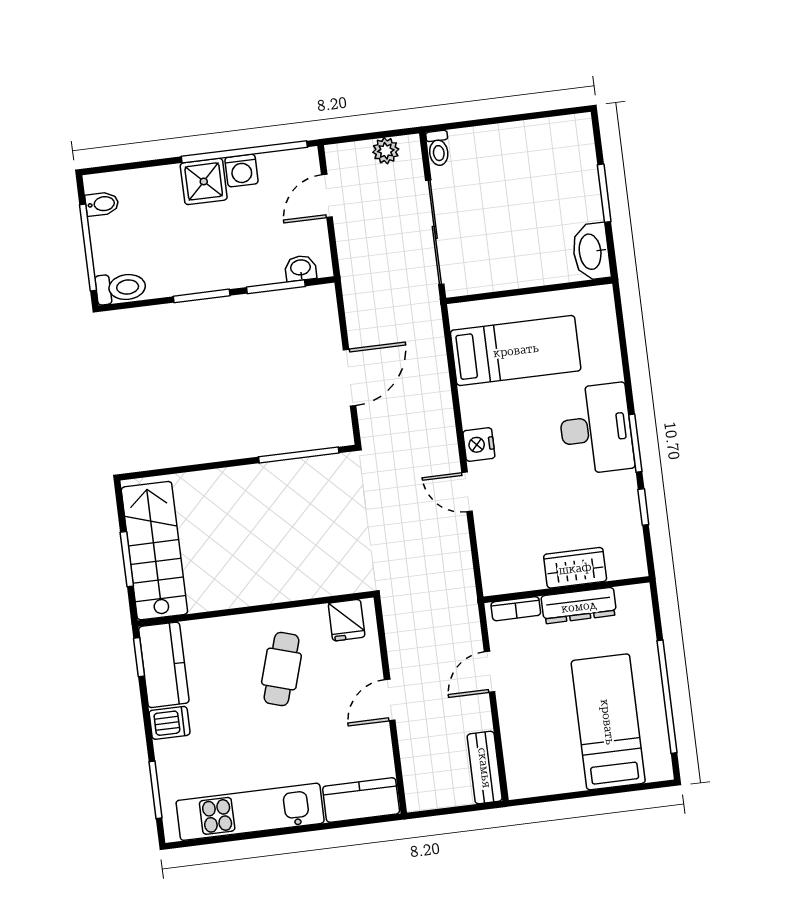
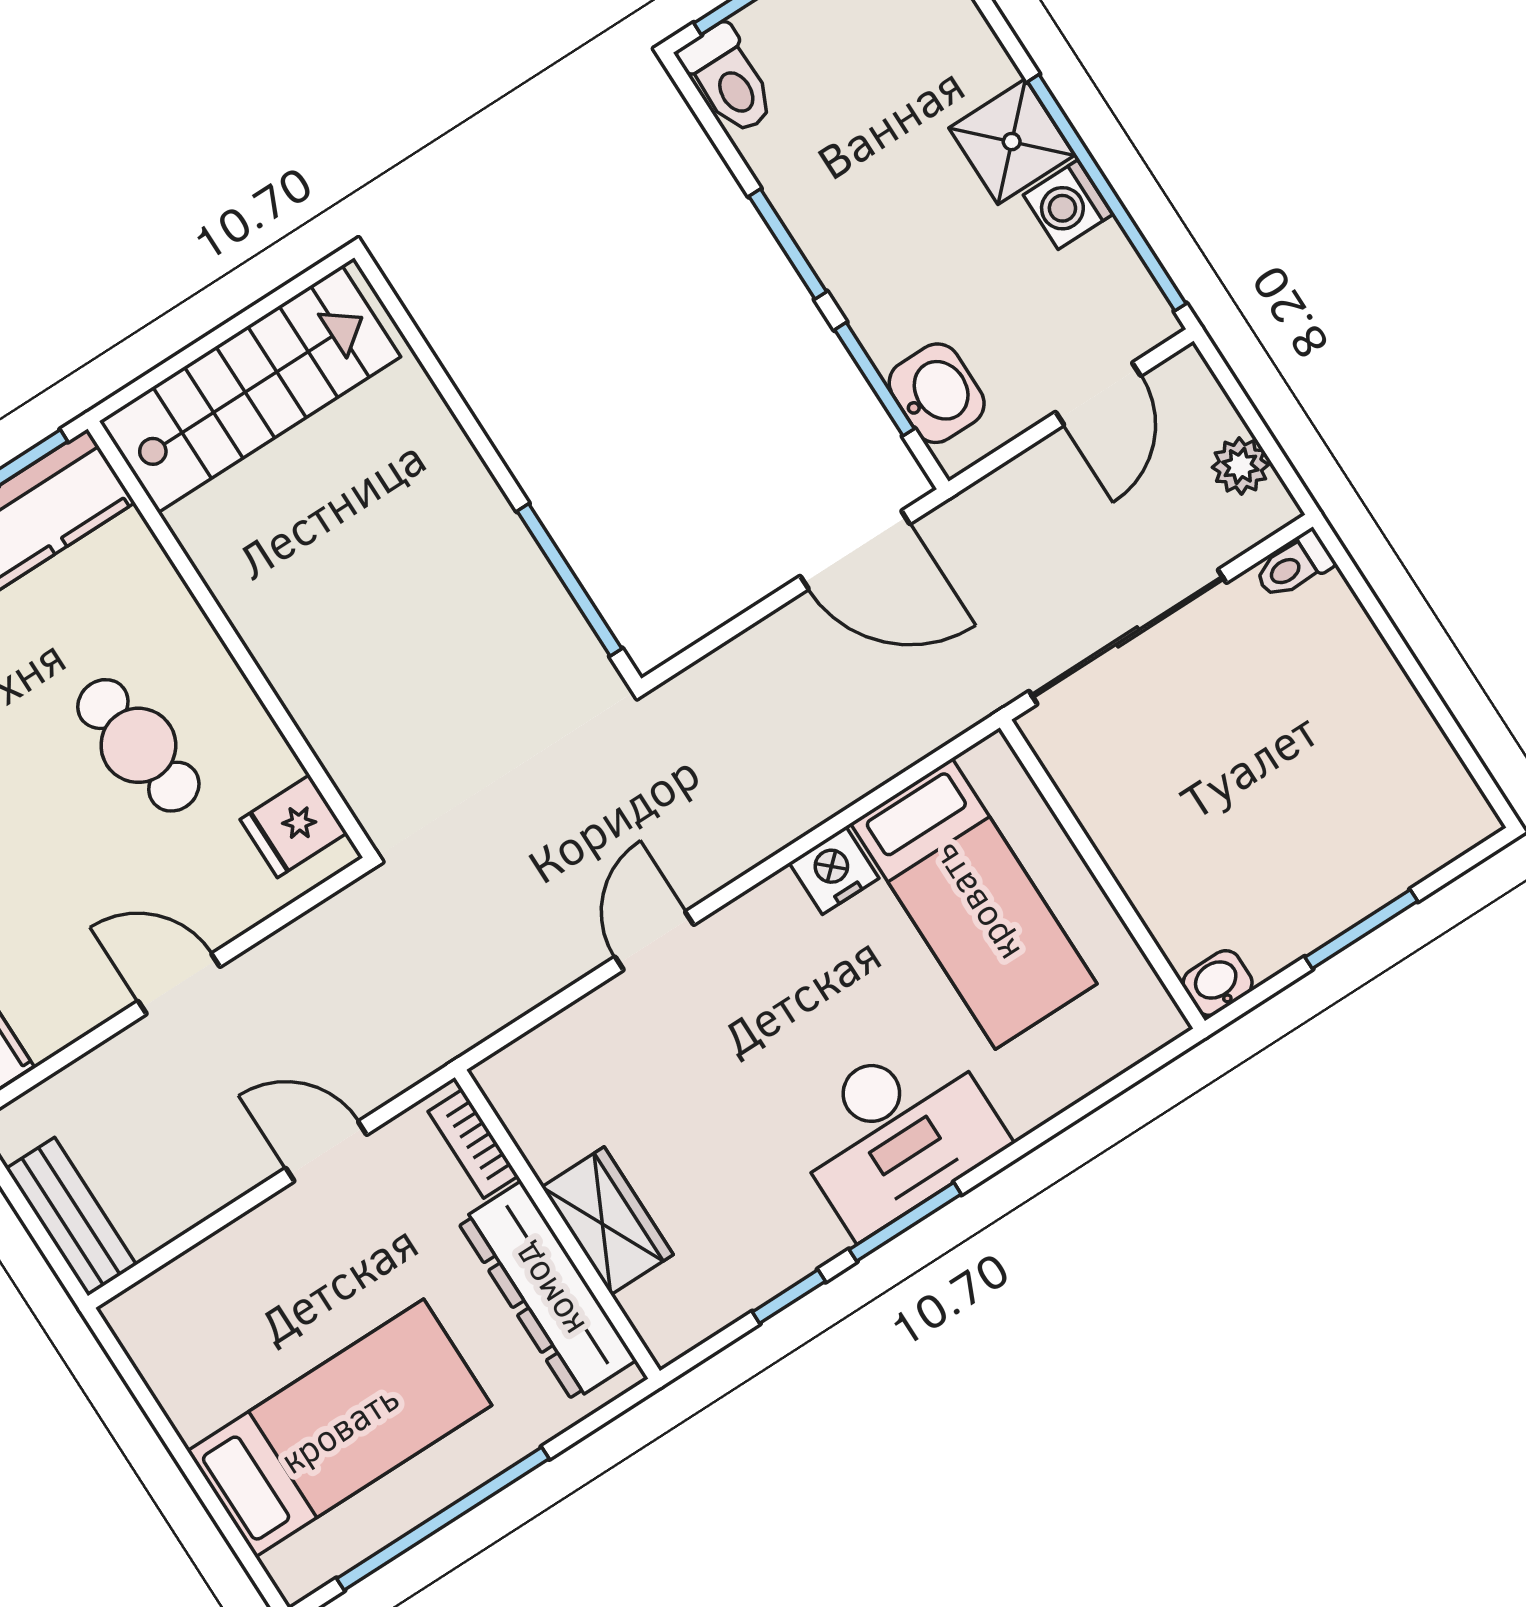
door: (327, 196) -> (1098, 394), swing flipped
washbasin: (591, 252) -> (1218, 983), width x0.52, depth x0.69
washbasin: (301, 268) -> (937, 393), width x1.38, depth x1.45
door: (350, 378) -> (855, 550), moved
nightstand: (479, 444) -> (834, 870), moved
window: (127, 559) -> (208, 343), removed
dresser: (579, 606) -> (547, 1291), width x1.37, depth x1.24
cafe table: (281, 669) -> (138, 745), turned 65
bench: (485, 768) -> (71, 1217), moved, turned 90

